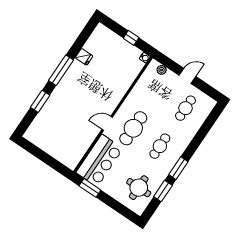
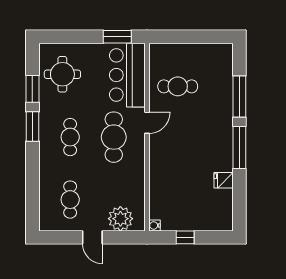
plant: (162, 70) -> (120, 219), width x1.88, depth x1.88
door: (187, 76) -> (92, 237), hinge flipped
window: (40, 101) -> (239, 97), width x1.44
cafe table: (74, 133) -> (178, 86), added

